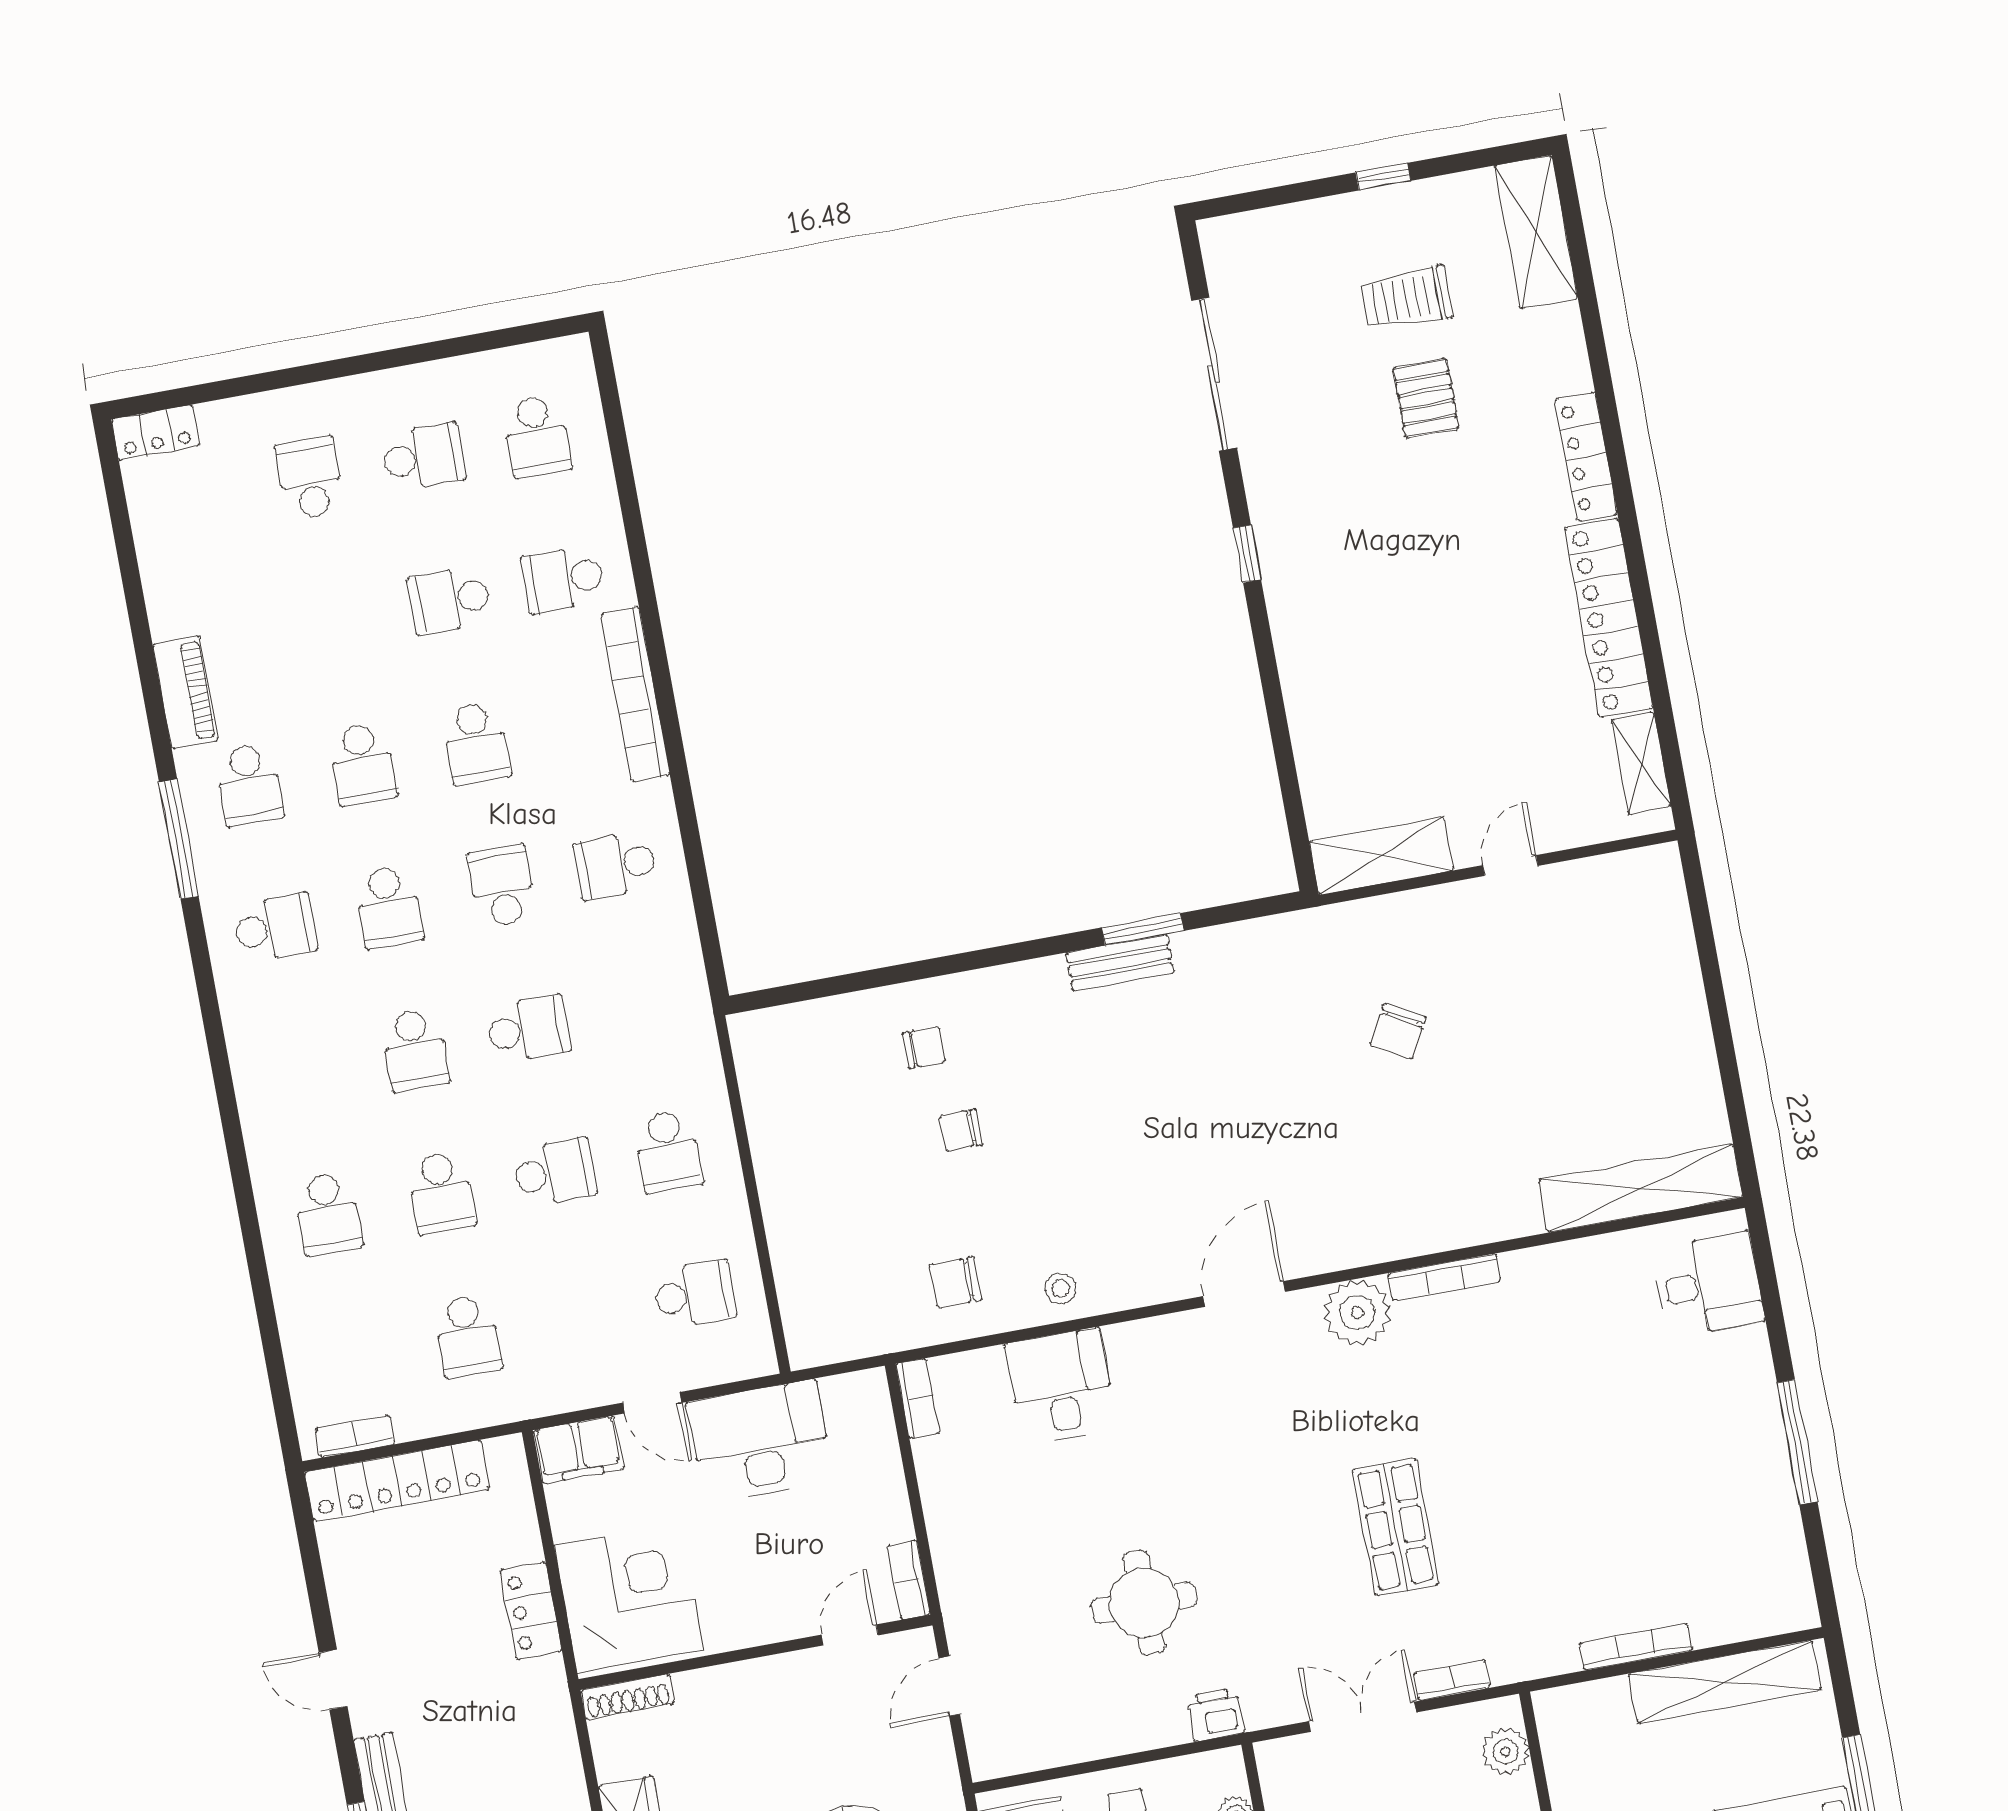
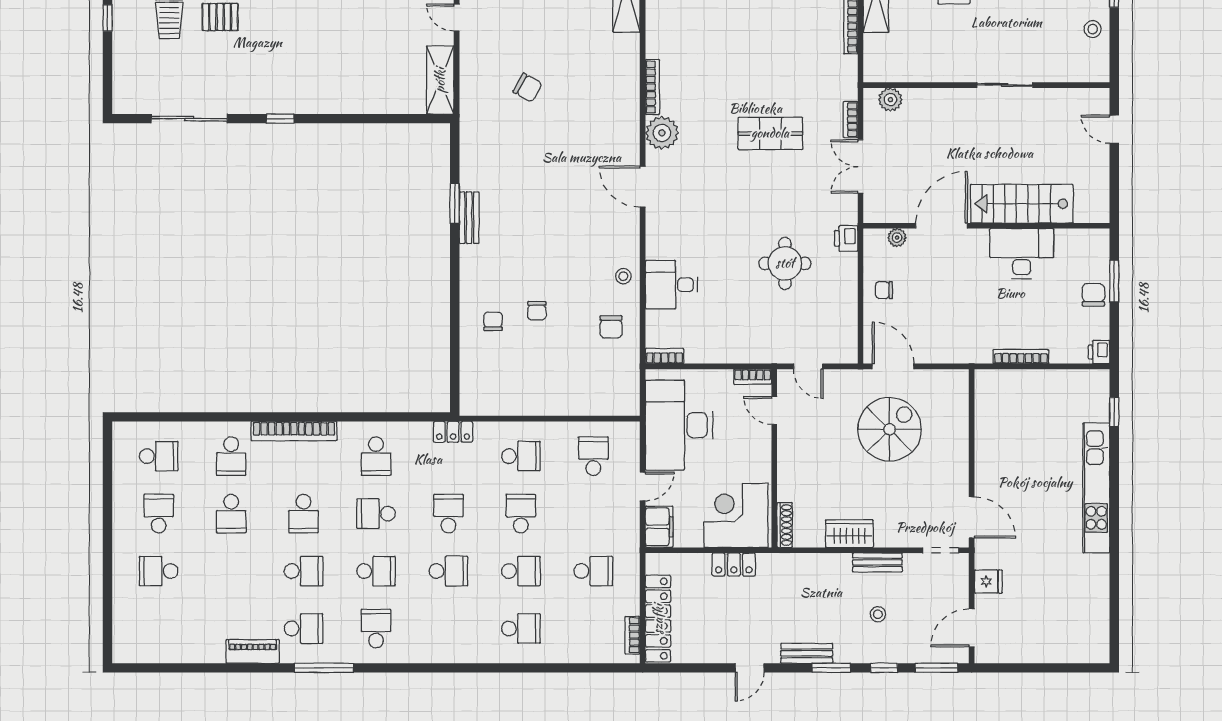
locker: (156, 432) -> (453, 432), moved, turned 90
school desk: (476, 743) -> (304, 514), turned 90
desk: (760, 1441) -> (679, 425), width x1.36, depth x1.30

